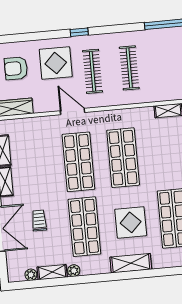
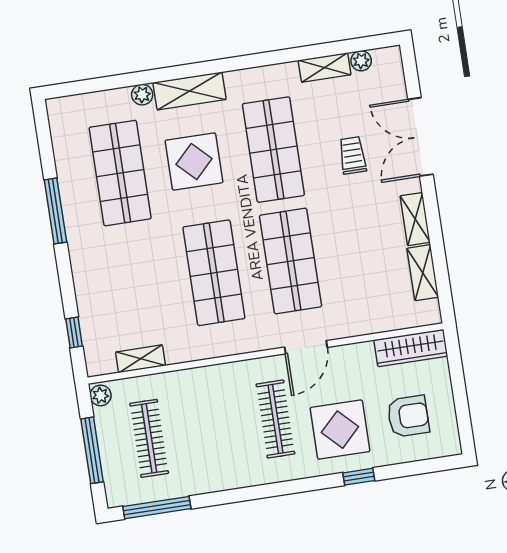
window: (79, 32) -> (359, 477), moved
clothes rail: (129, 68) -> (149, 438), moved
door: (73, 112) -> (306, 347), hinge flipped
trolley: (39, 221) -> (353, 155), turned 180
plant: (74, 271) -> (142, 95), moved

